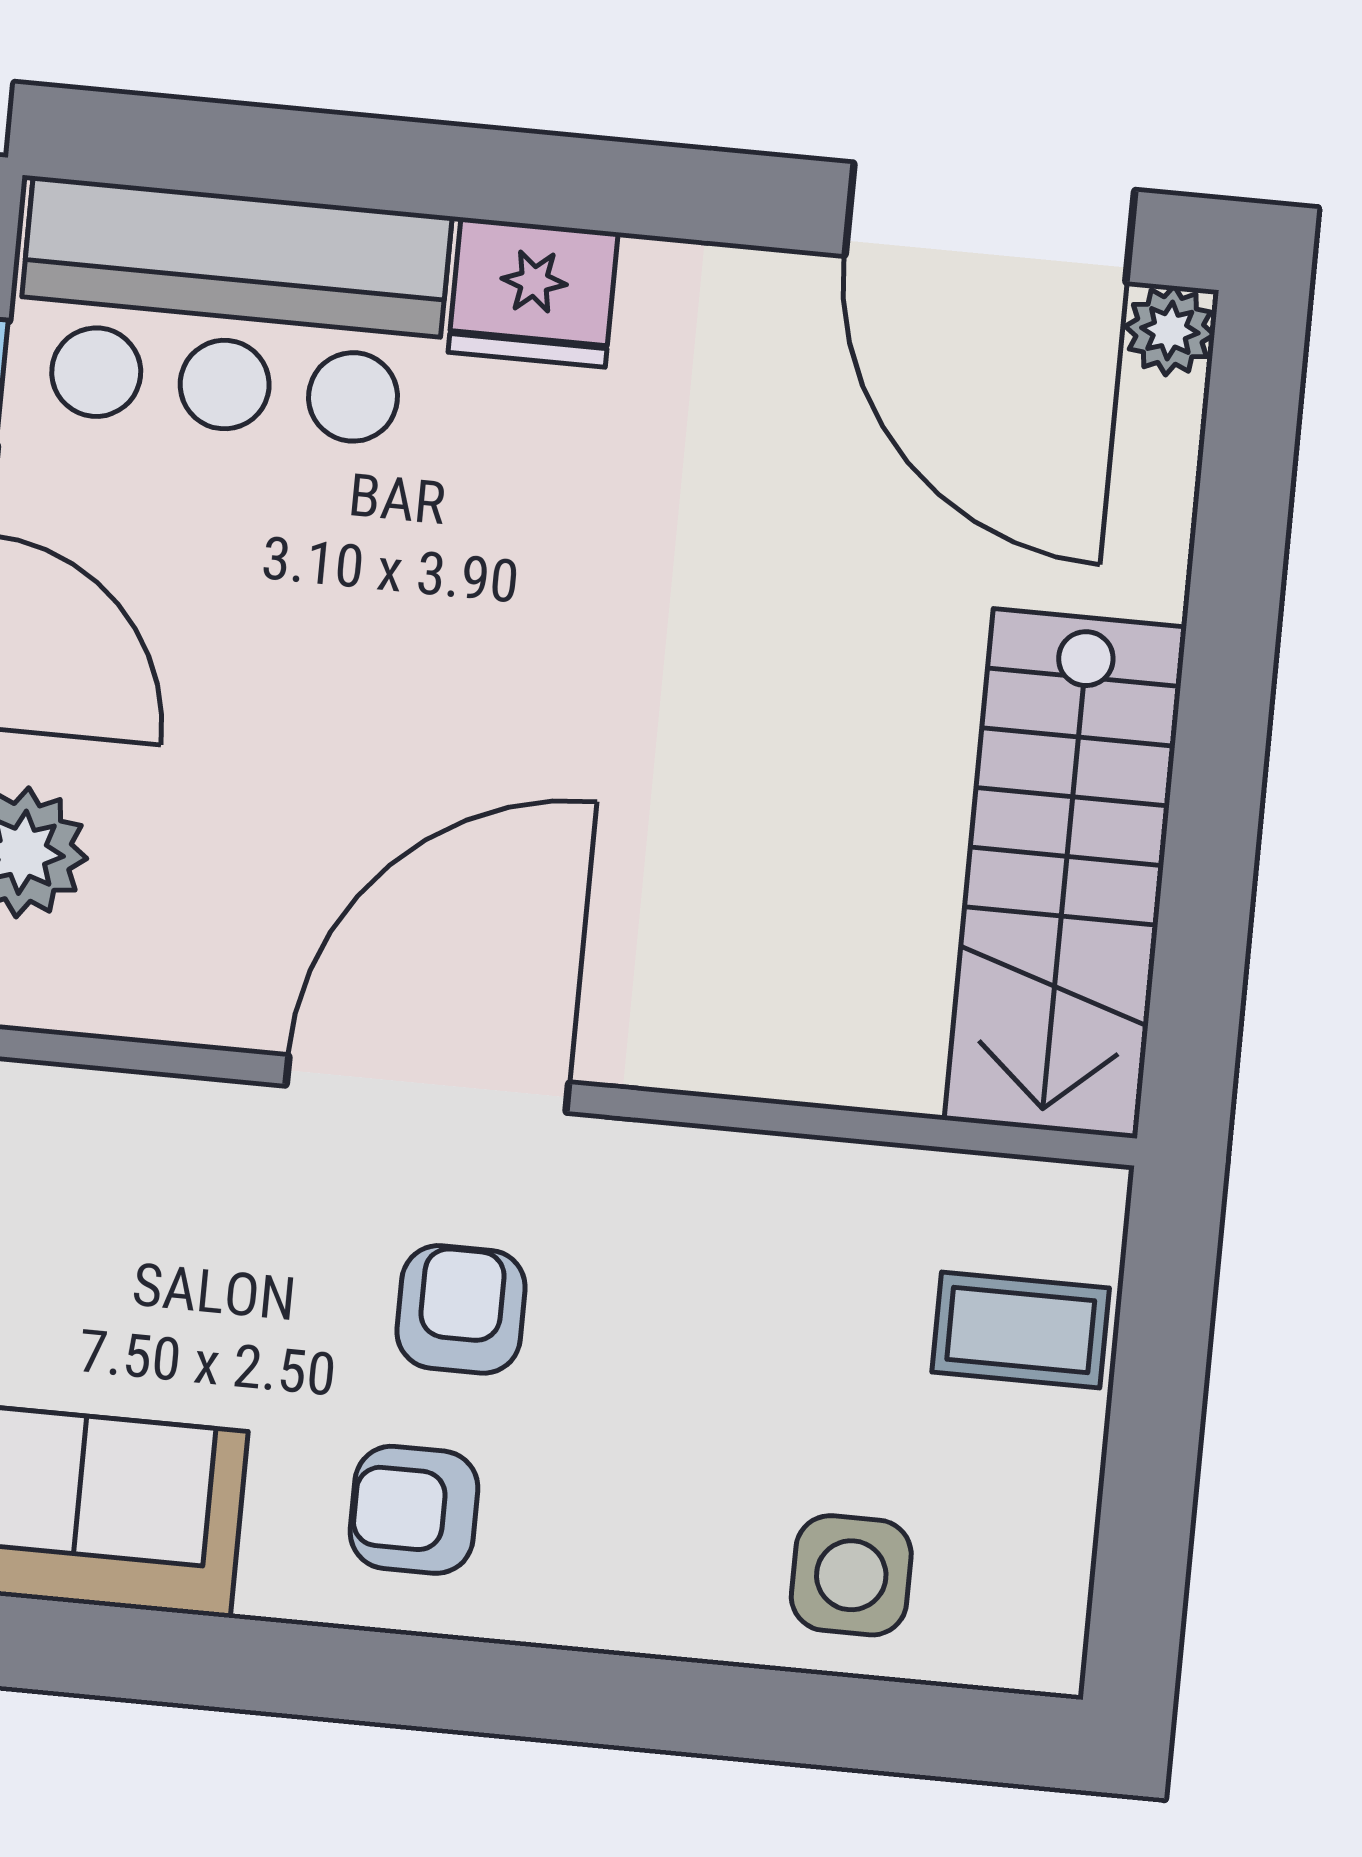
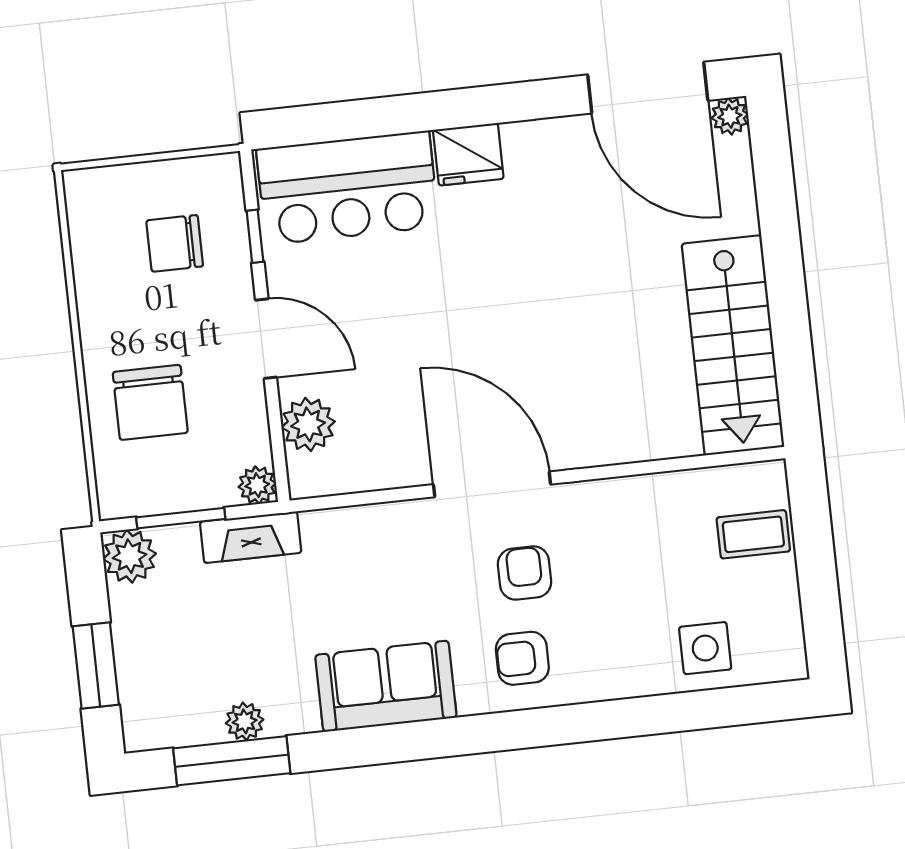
door: (427, 1084) -> (492, 484), hinge flipped

